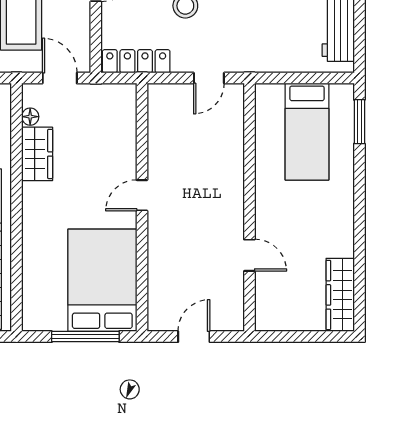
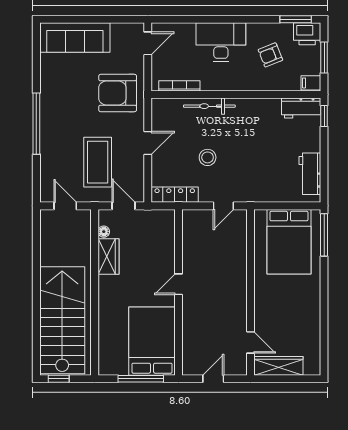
window: (359, 122) -> (324, 235), width x1.44
bed: (307, 132) -> (289, 242), width x1.50
door: (249, 255) -> (250, 342), moved
wardrobe: (340, 295) -> (278, 366), moved, turned 90

